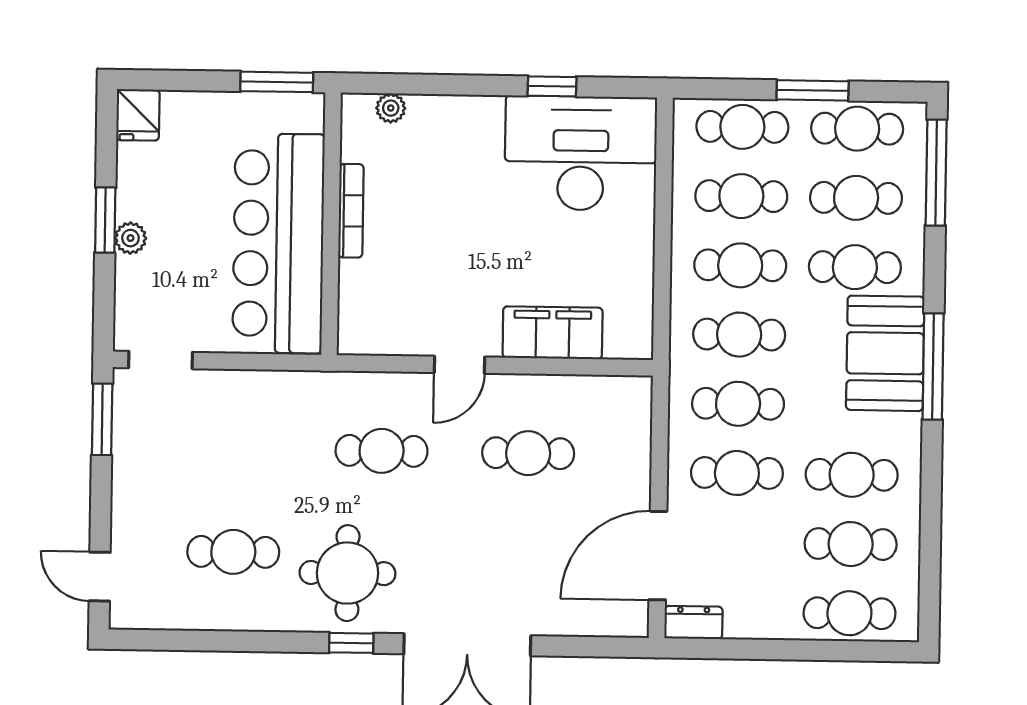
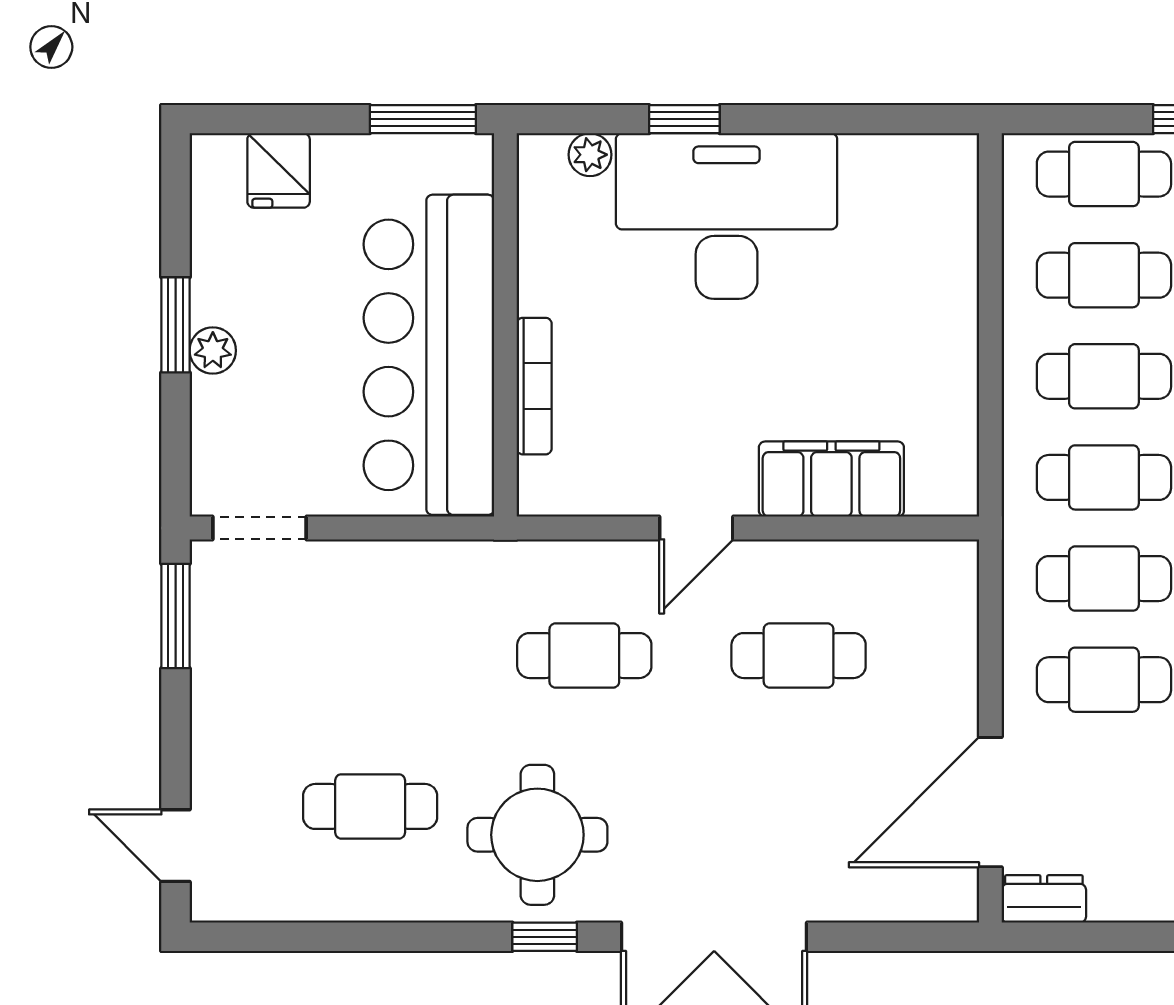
window: (552, 86) -> (684, 119), moved
fridge: (138, 115) -> (279, 170), moved
desk: (581, 153) -> (727, 216), moved
bookcase: (351, 211) -> (534, 386), moved

